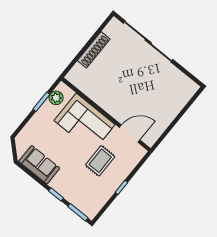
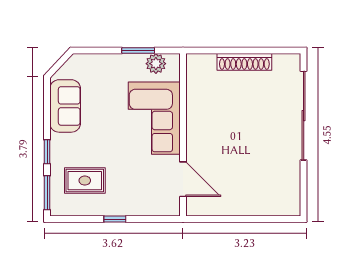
rug: (100, 161) -> (85, 181), moved

